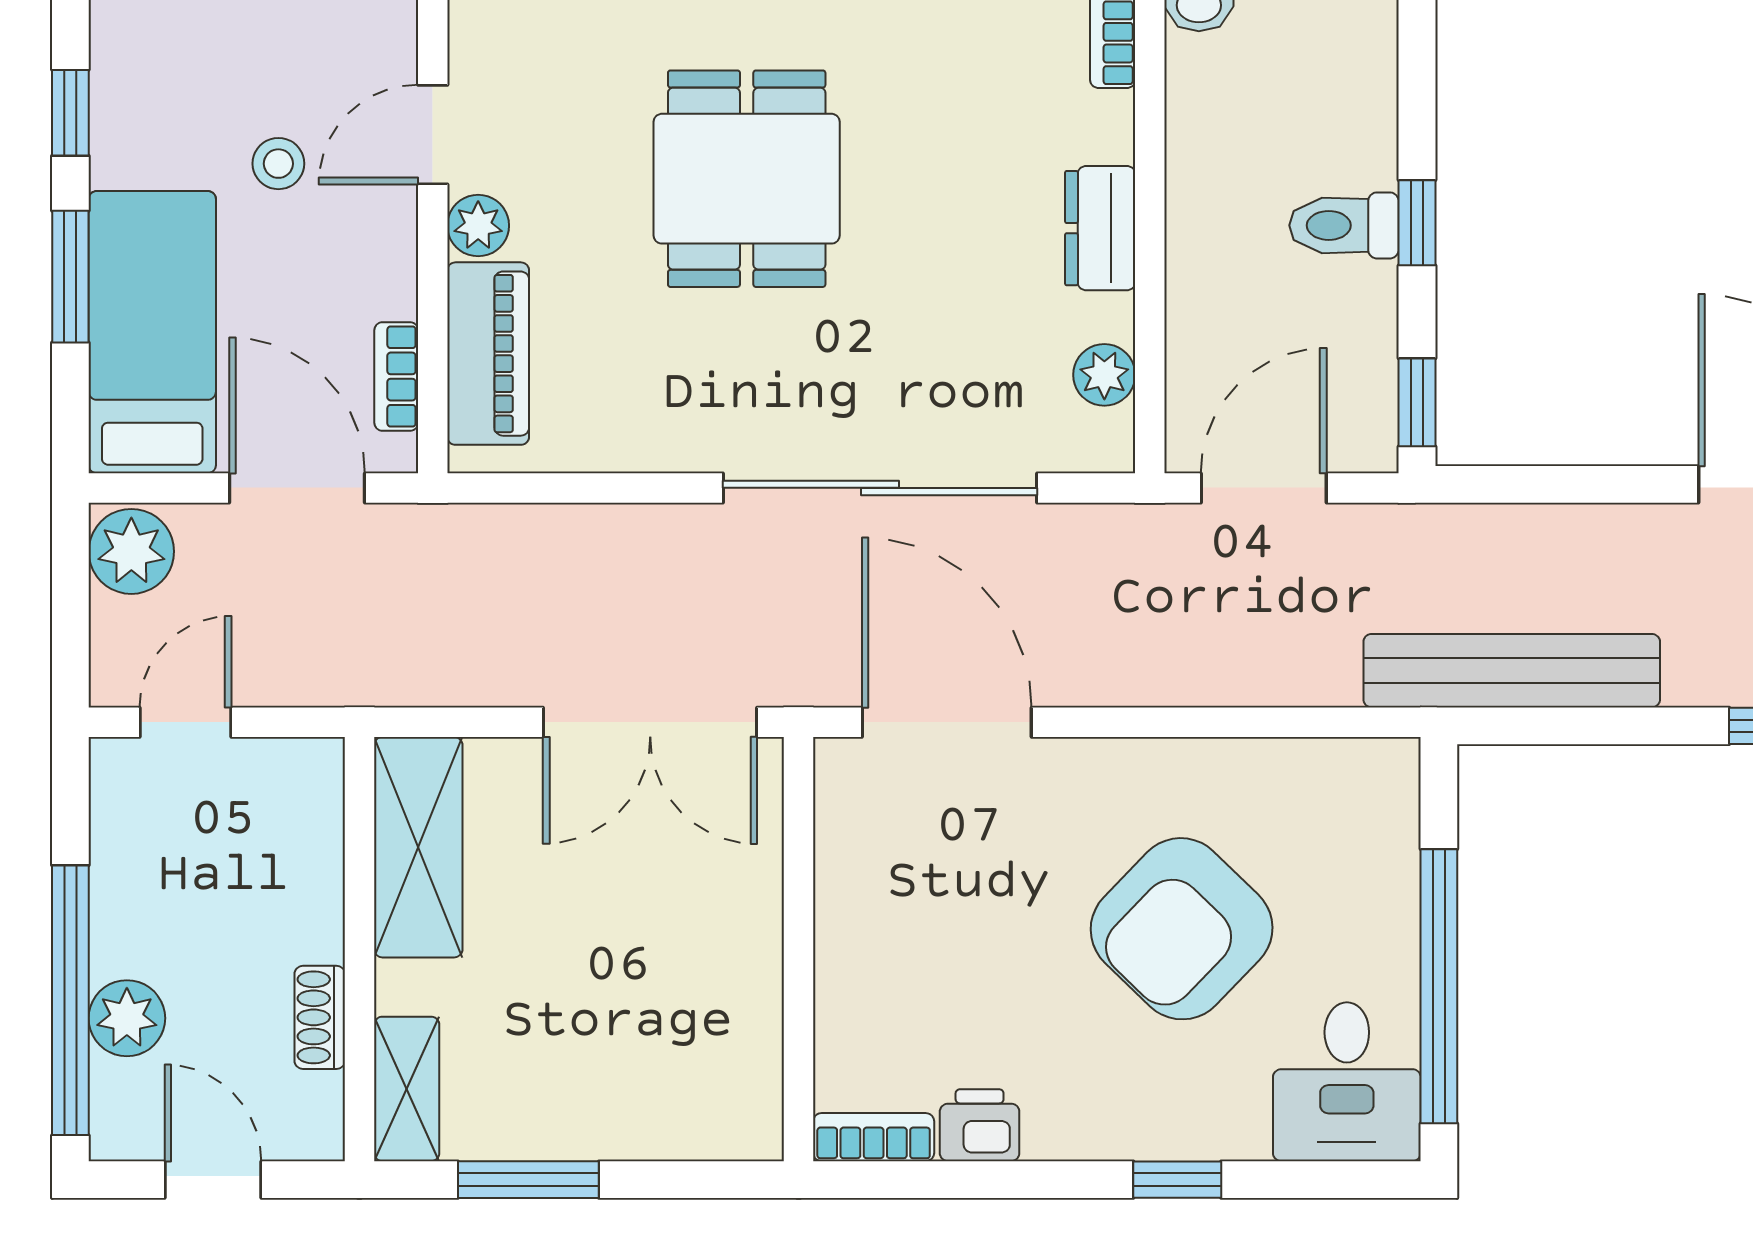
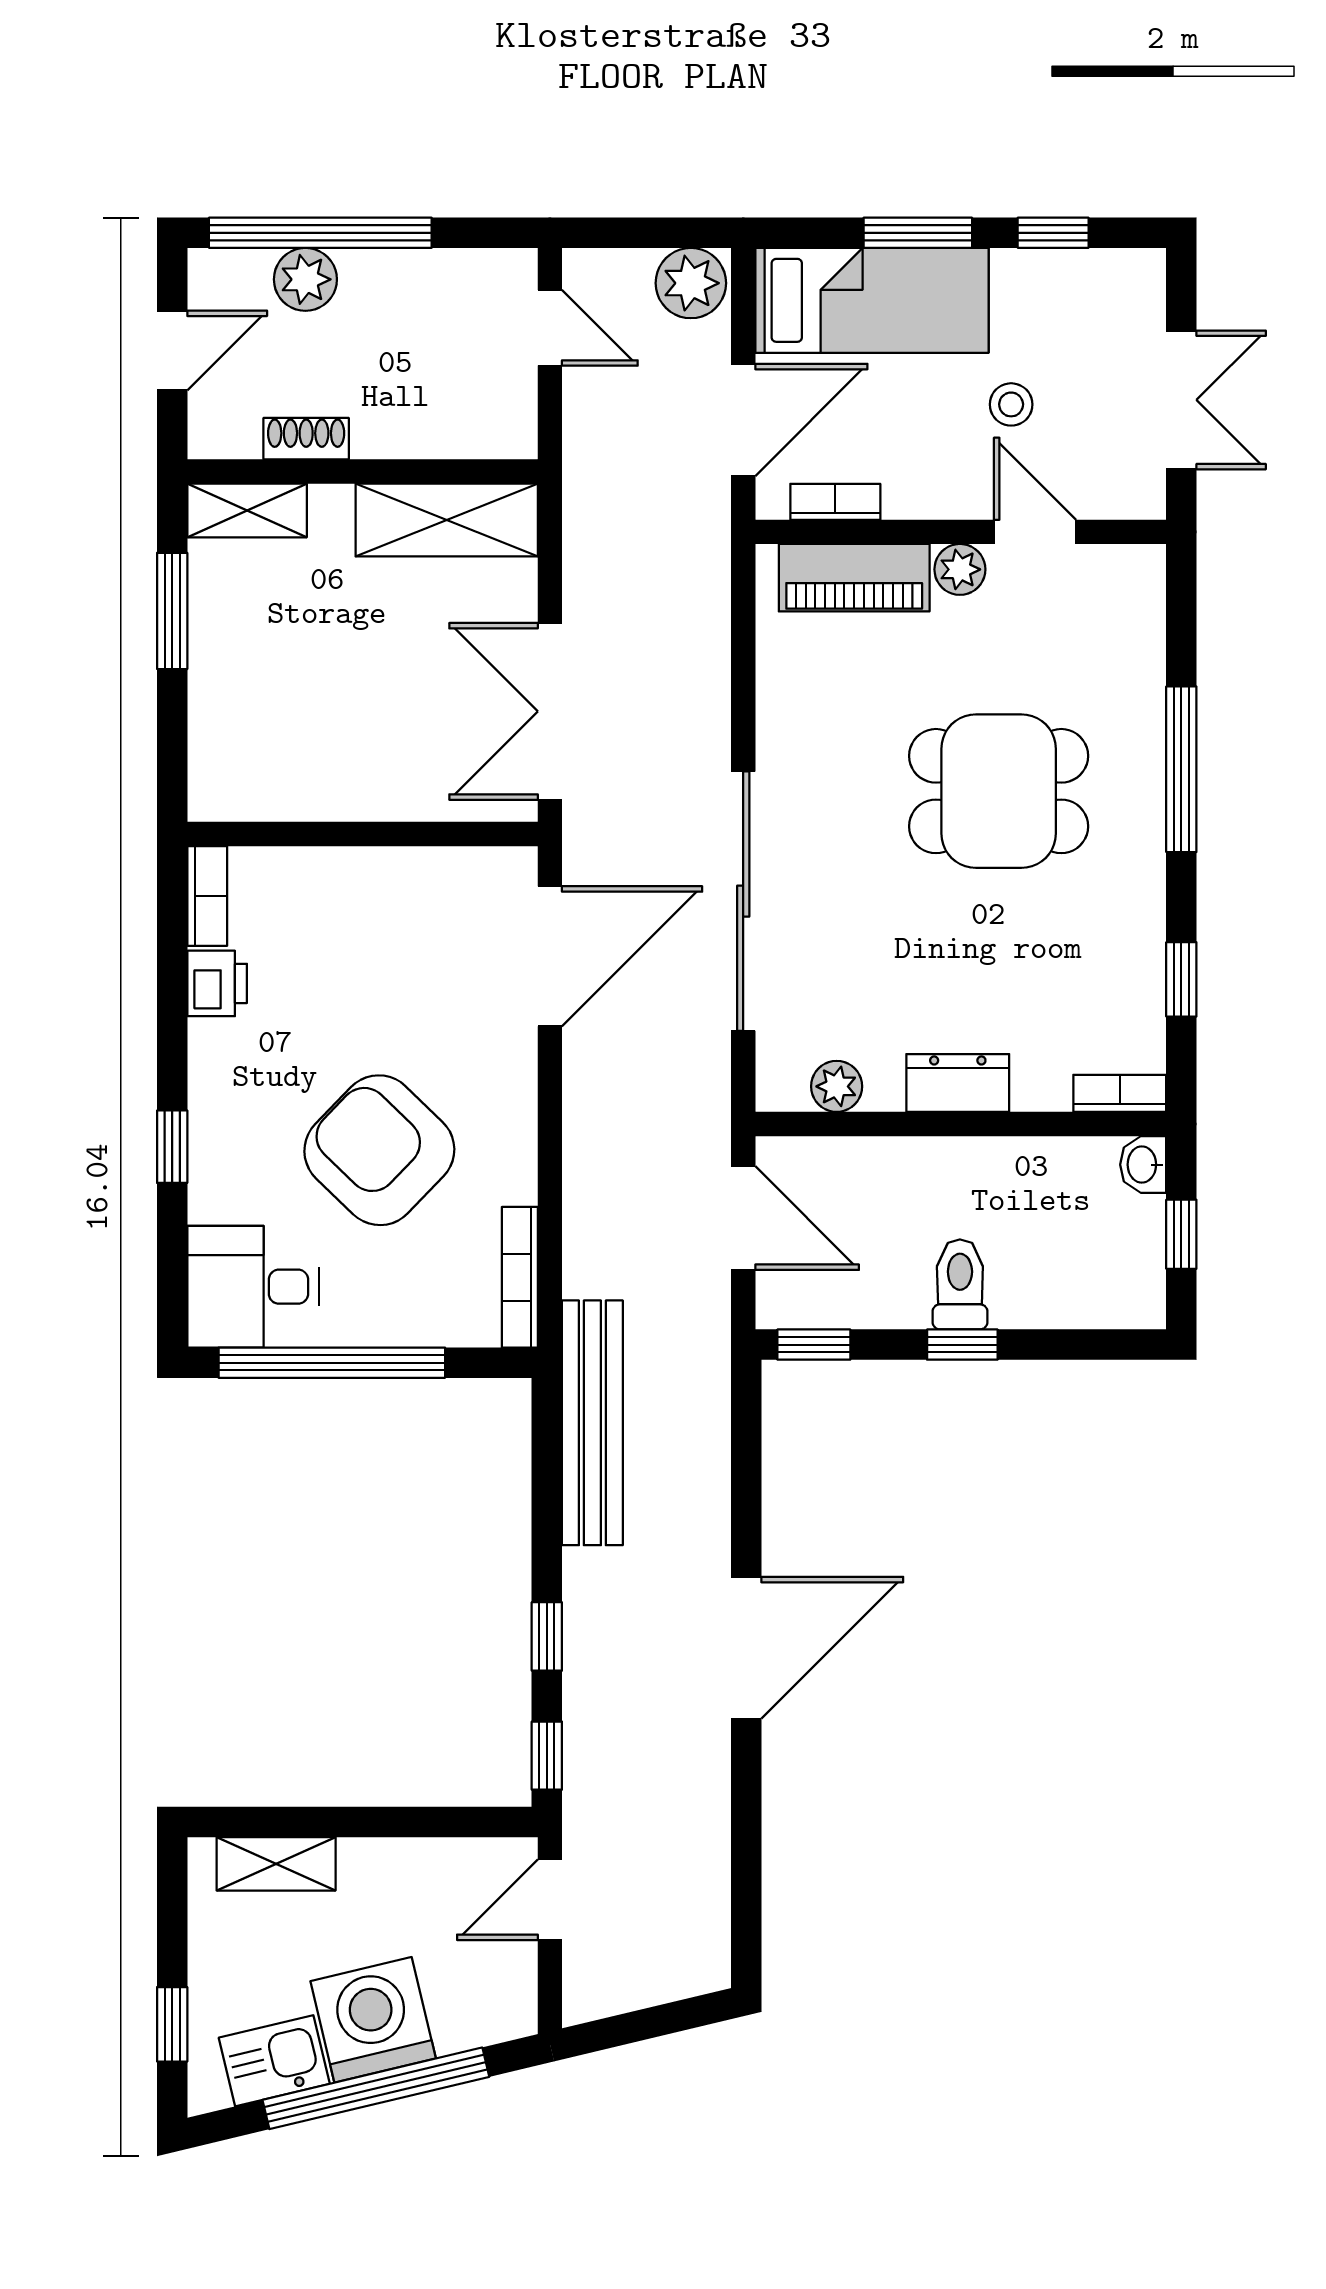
bookcase: (1335, 759) -> (520, 1277), added

